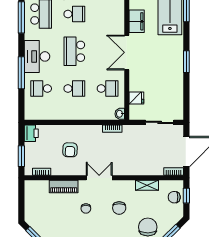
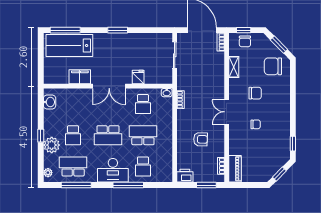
school desk: (74, 14) -> (73, 135), turned 180
school desk: (74, 89) -> (143, 135), width x1.85
school desk: (108, 89) -> (143, 104), turned 180
fridge: (136, 98) -> (138, 77), moved
piano: (64, 187) -> (235, 169), moved

